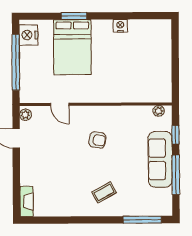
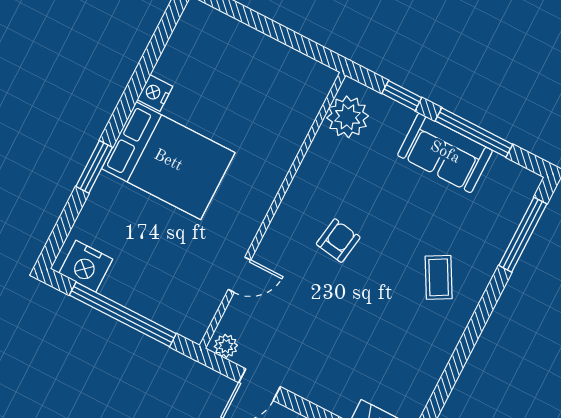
bed: (72, 47) -> (168, 161), moved
plant: (159, 111) -> (348, 117), width x1.88, depth x1.88
sofa: (160, 159) -> (445, 153), width x0.73

